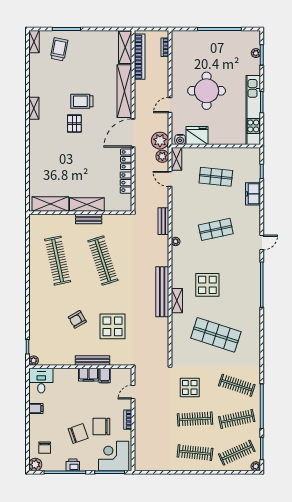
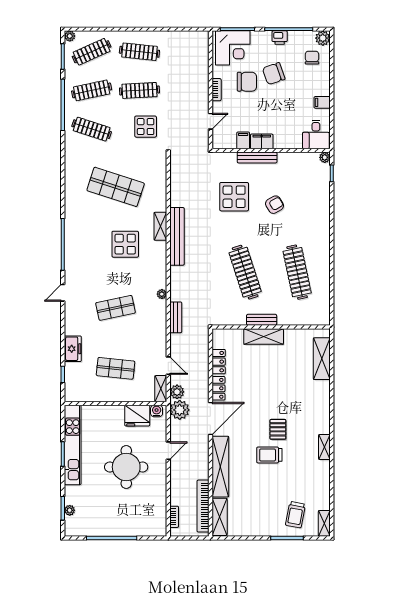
trolley: (82, 101) -> (269, 455), turned 180
shelving: (50, 204) -> (322, 359), moved, turned 90

